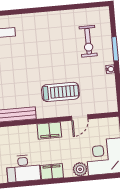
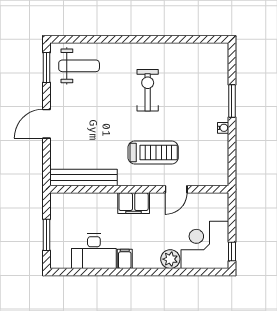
exercise bike: (88, 41) -> (148, 90), moved, turned 180
filing cabinet: (52, 172) -> (125, 259), width x0.50

